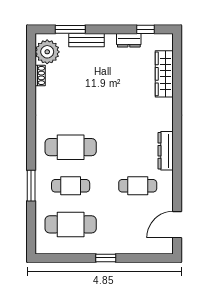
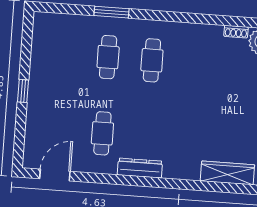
cafe table: (71, 147) -> (152, 60), width x0.73, depth x0.74
cafe table: (71, 224) -> (64, 54), removed
door: (177, 225) -> (55, 175), hinge flipped

